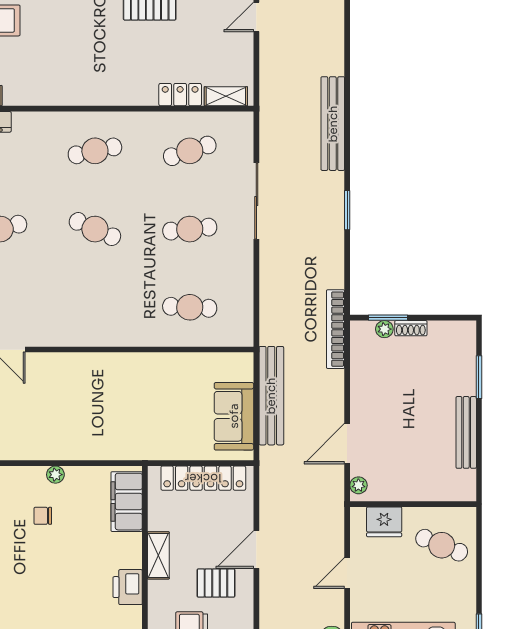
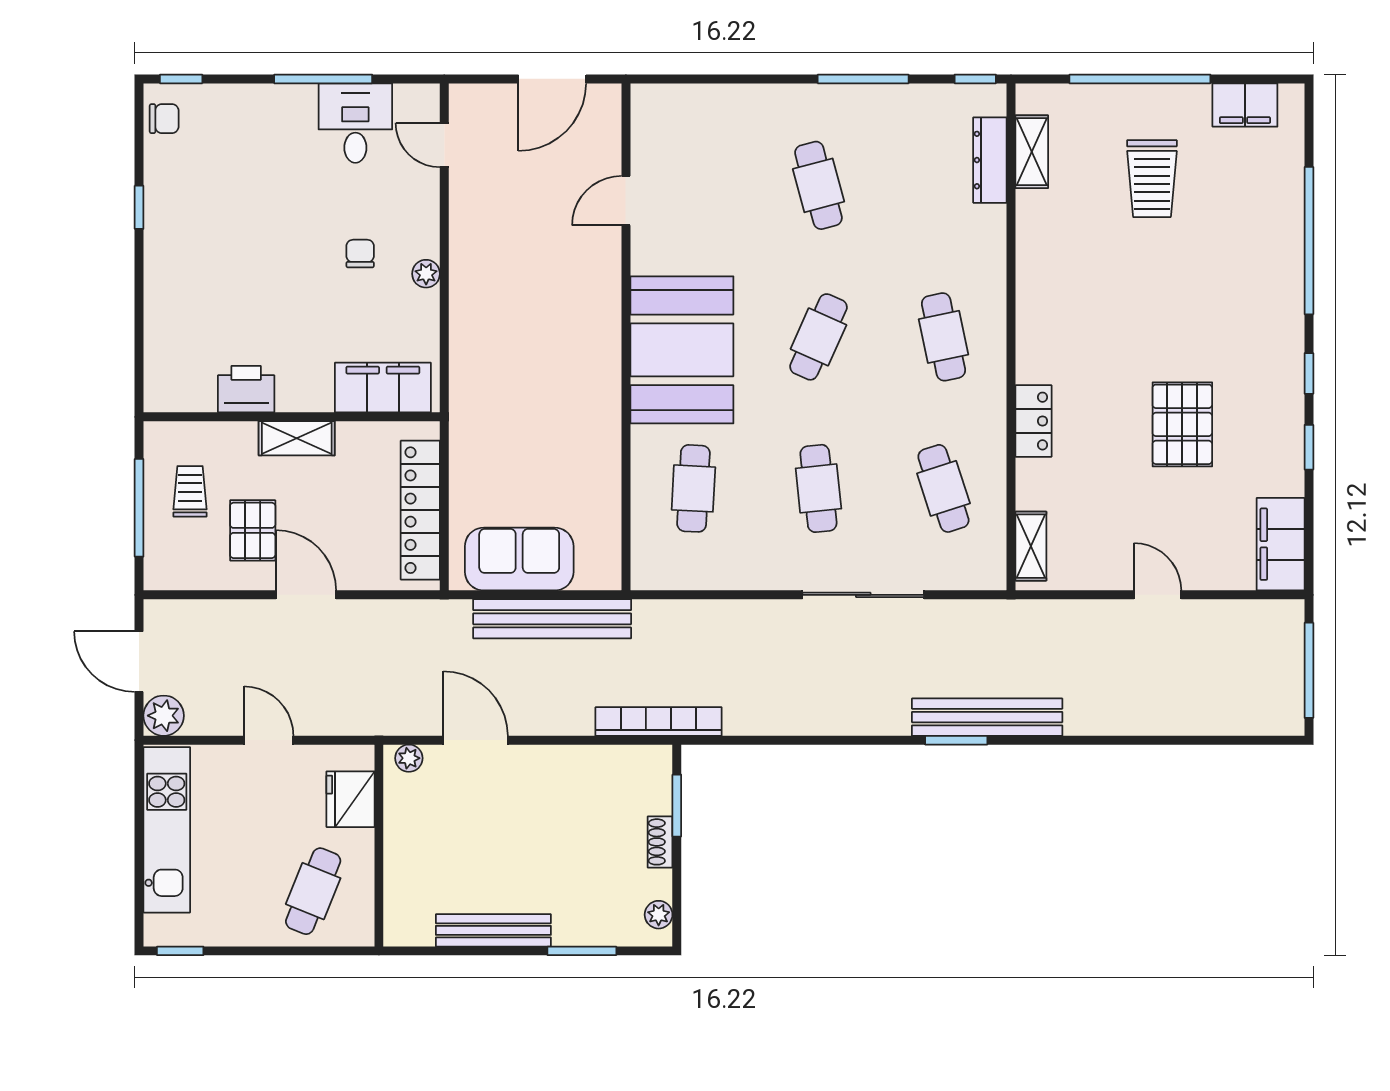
locker: (180, 95) -> (1033, 421), moved
window: (347, 210) -> (956, 740), moved
booth: (103, 315) -> (682, 350), added
plant: (384, 329) -> (659, 915), moved

